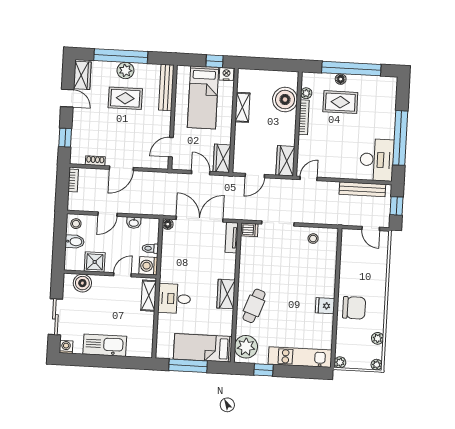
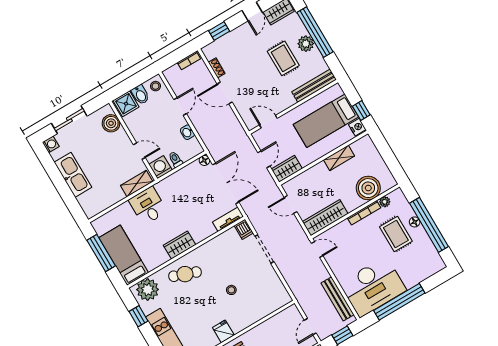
desk: (377, 160) -> (373, 287), width x1.36, depth x1.30
wardrobe: (285, 161) -> (325, 218), width x1.50
door: (107, 214) -> (180, 106), swing flipped
stool: (313, 239) -> (231, 290), moved
shower: (95, 262) -> (126, 104), moved

